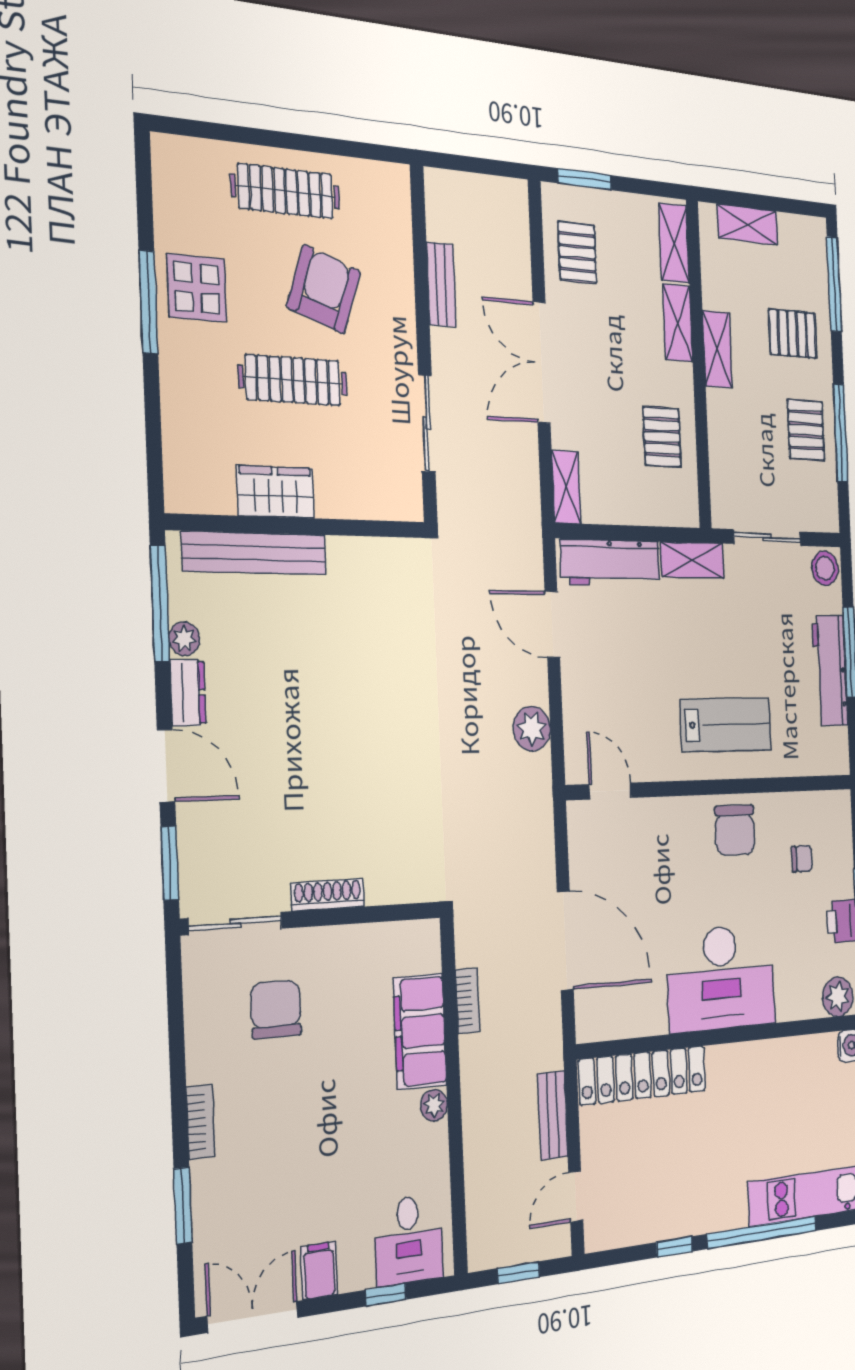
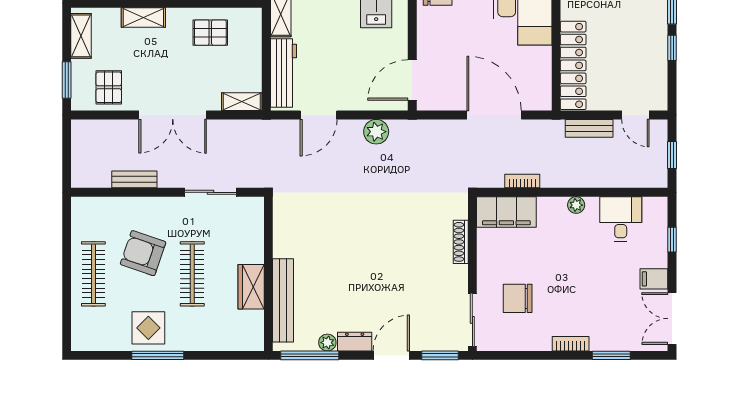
shelving: (674, 243) -> (81, 36), moved, turned 90
pallet: (577, 252) -> (109, 87), turned 90
door: (610, 791) -> (412, 80), width x1.38
shoe rack: (328, 895) -> (461, 242), moved
door: (565, 941) -> (494, 115), hinge flipped
filing cabinet: (420, 1031) -> (506, 212), moved
desk: (409, 1240) -> (621, 219), moved, turned -90

